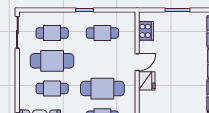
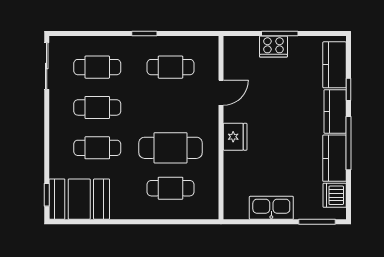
cooker: (146, 31) -> (273, 47), moved, turned 90
cafe table: (52, 61) -> (97, 107), width x0.73, depth x0.74
door: (137, 62) -> (221, 93), moved

